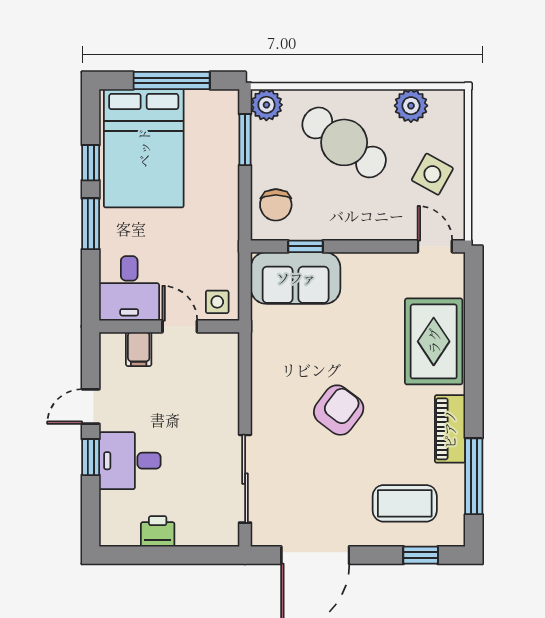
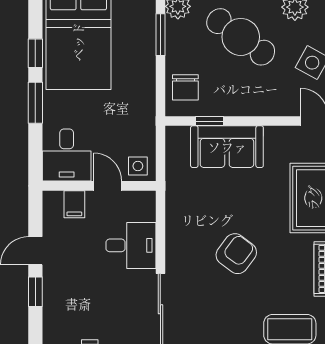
sofa: (296, 278) -> (227, 147), moved
desk: (130, 461) -> (131, 245), moved, turned 180

